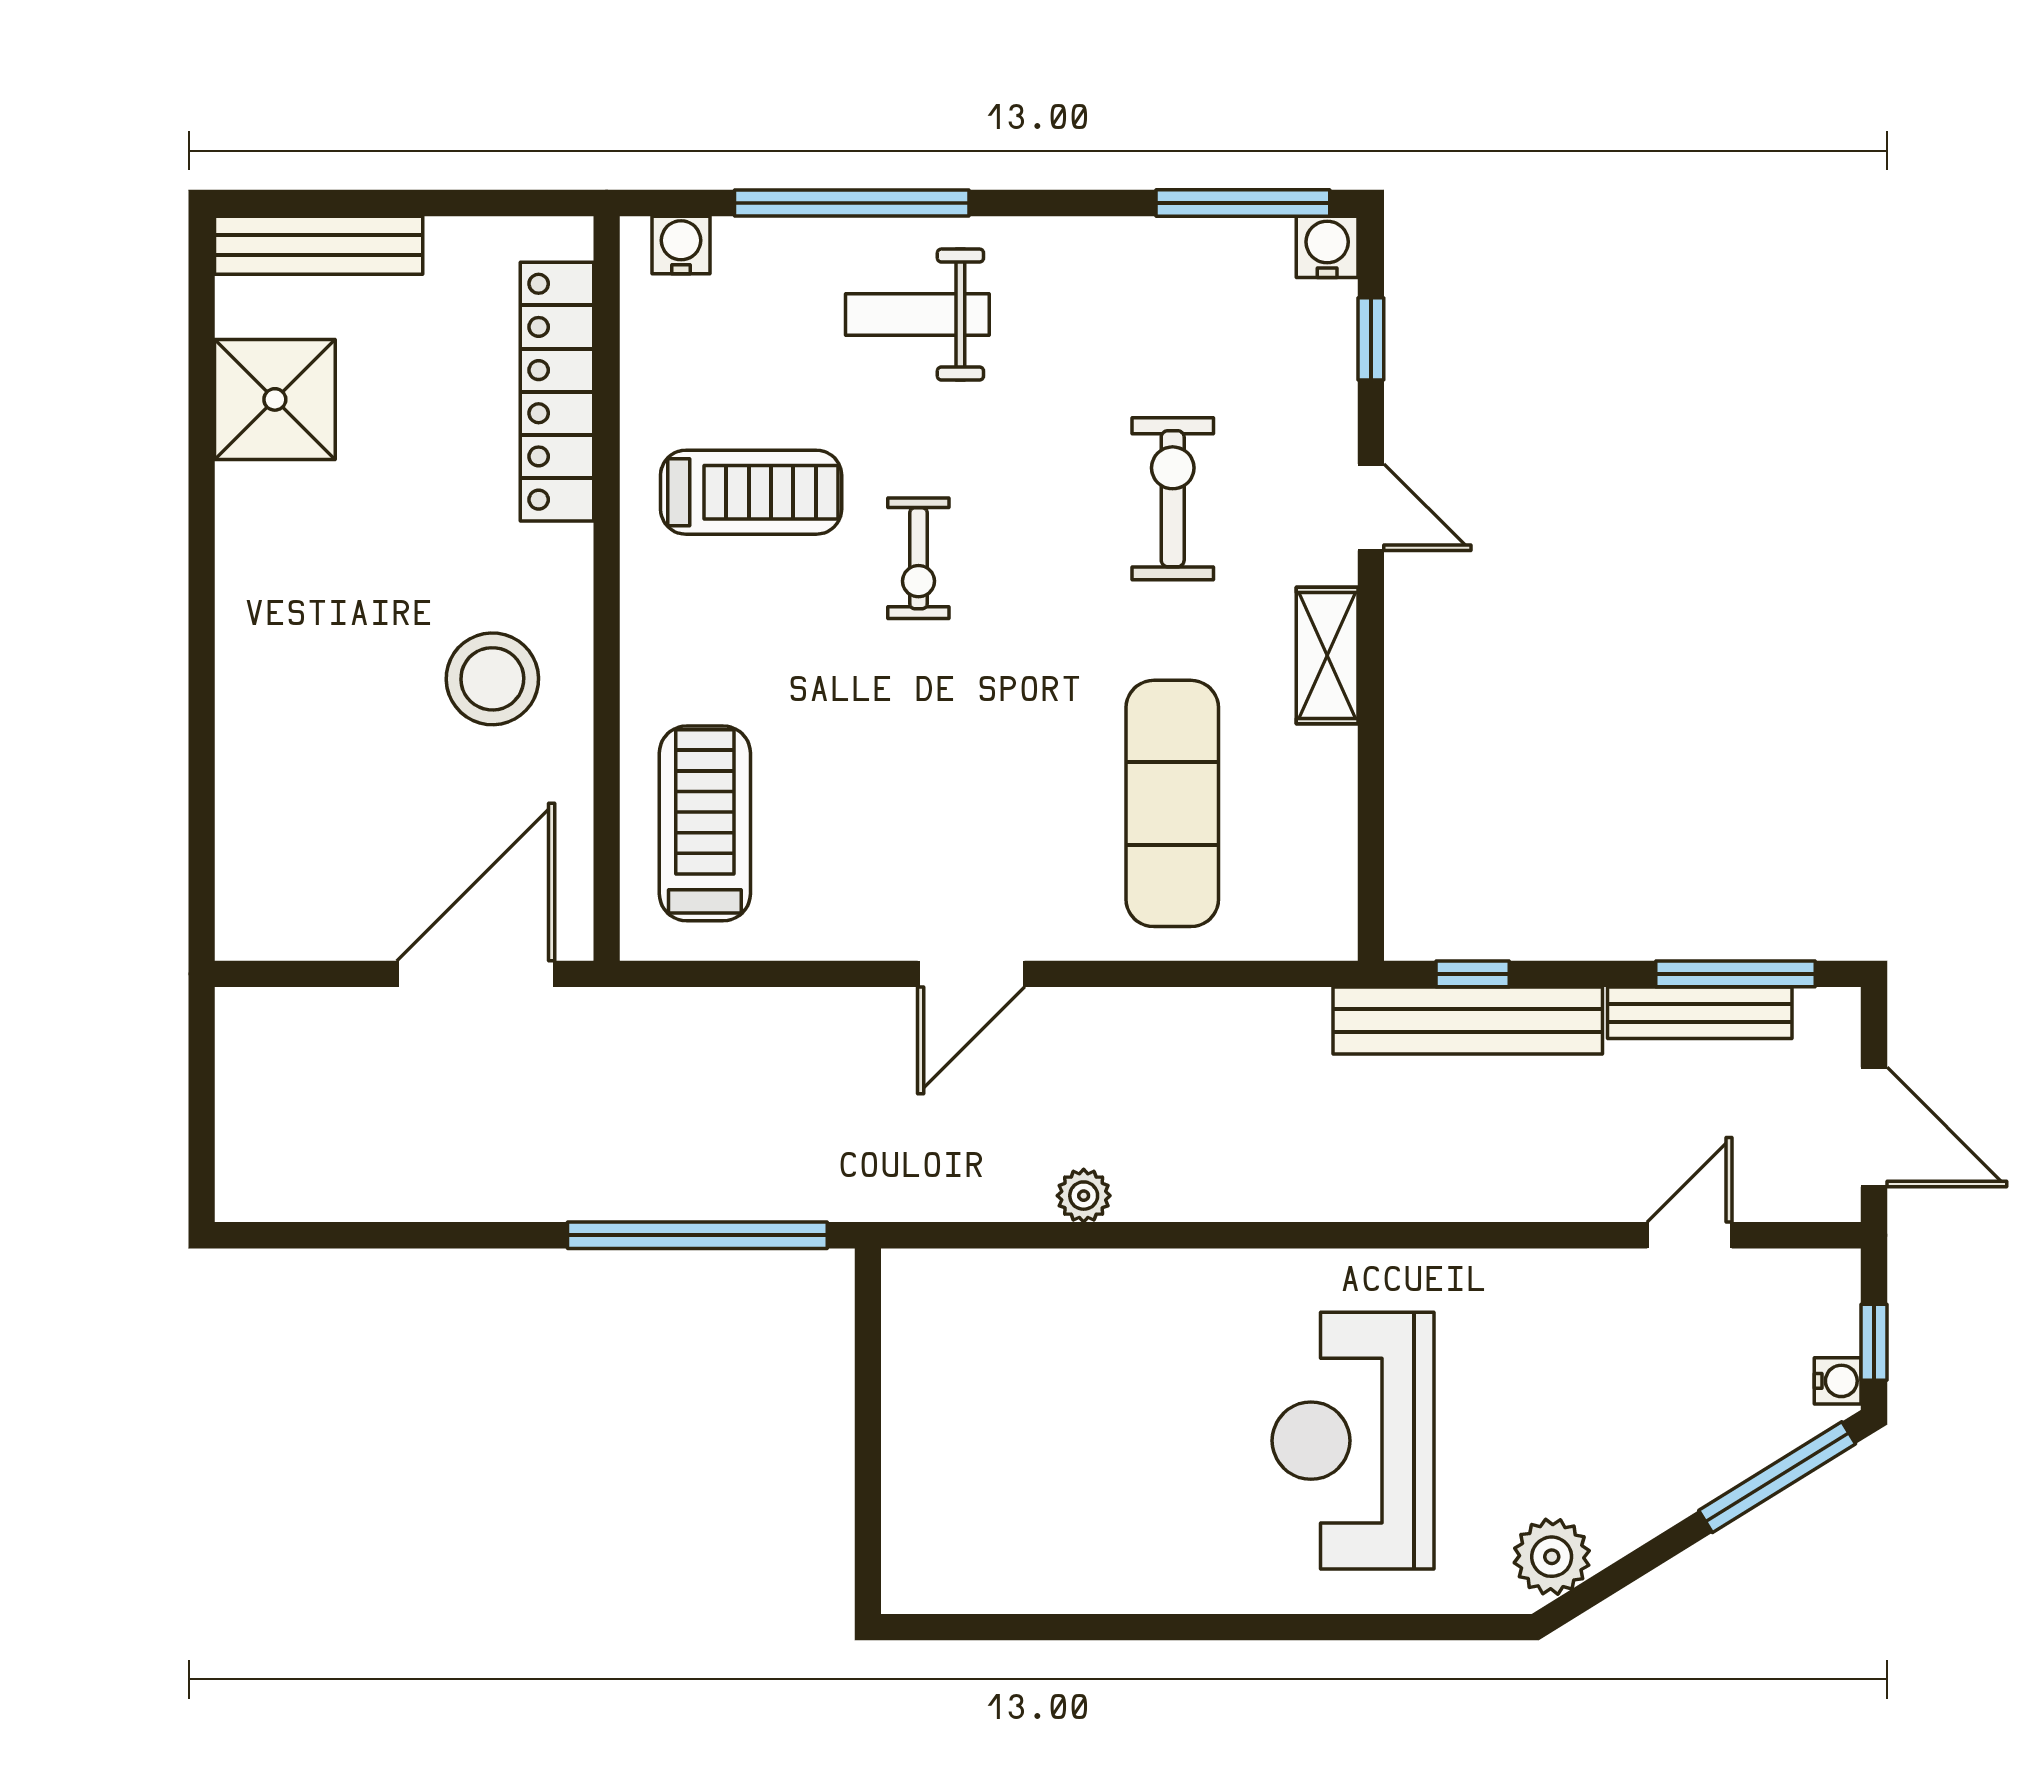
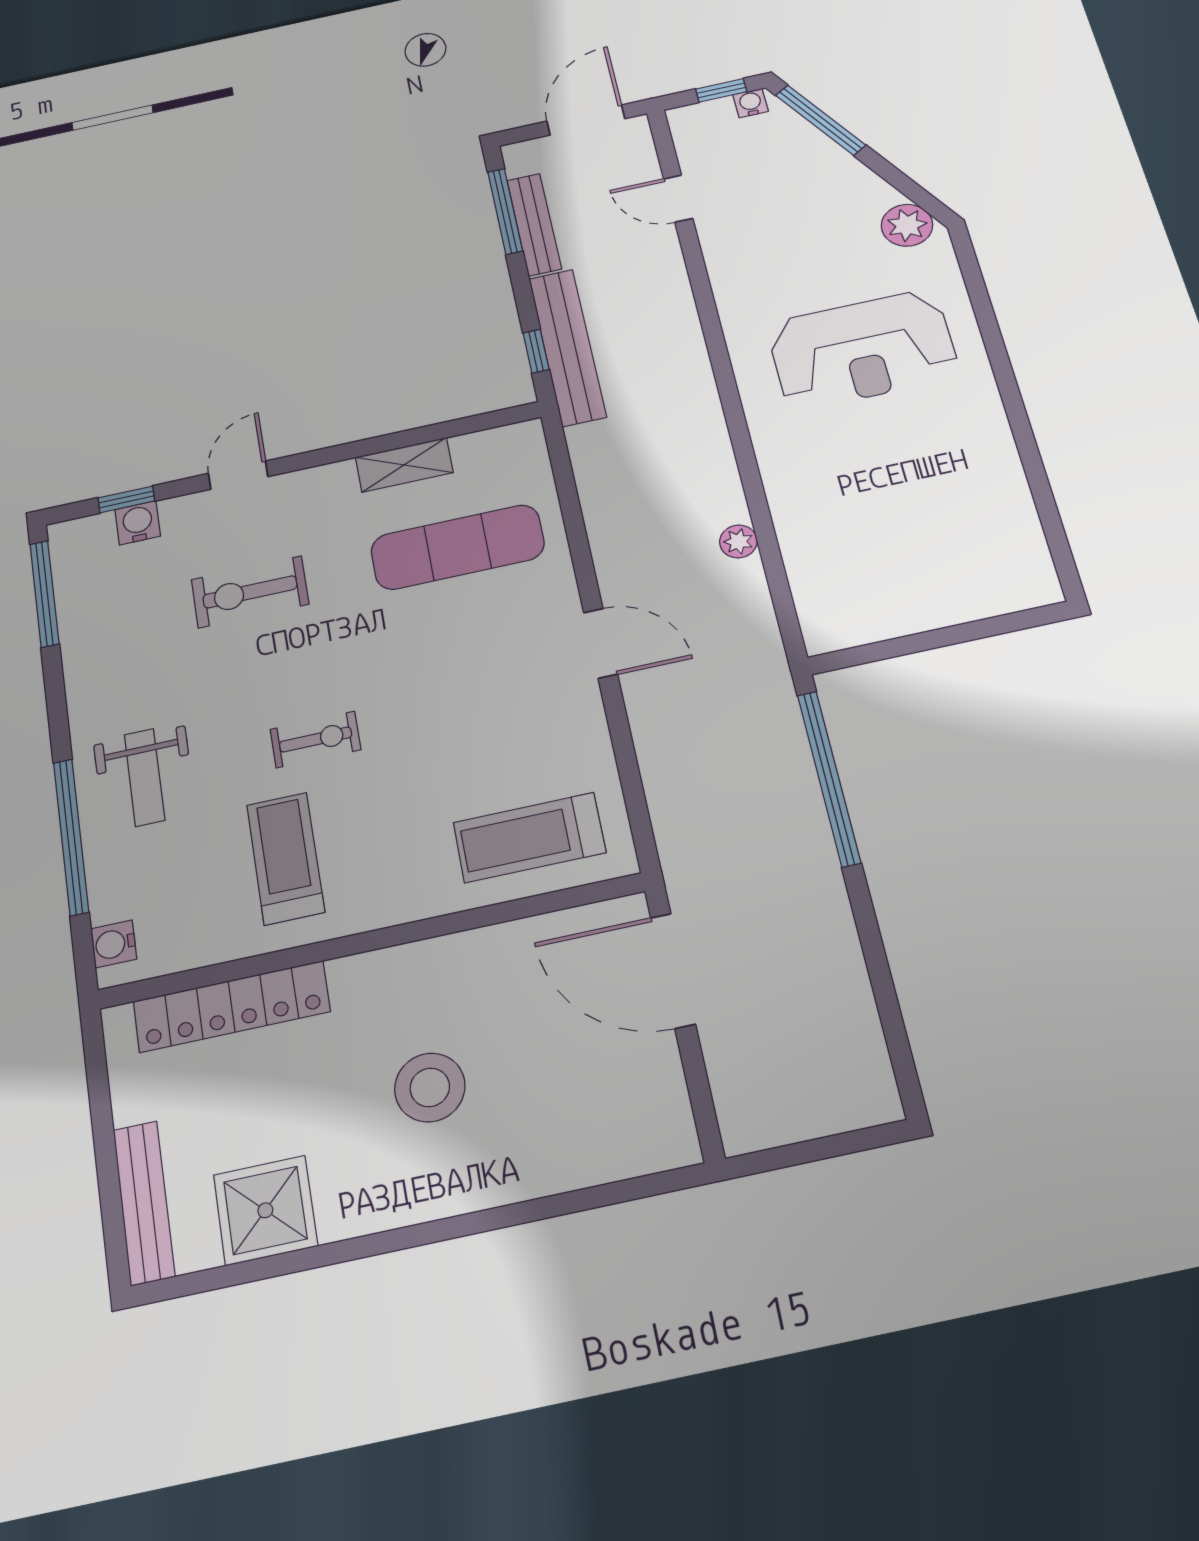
water cooler: (1327, 247) -> (138, 523), moved, turned 90
shelving: (1327, 655) -> (404, 465), moved
stool: (492, 679) -> (430, 1087), moved

